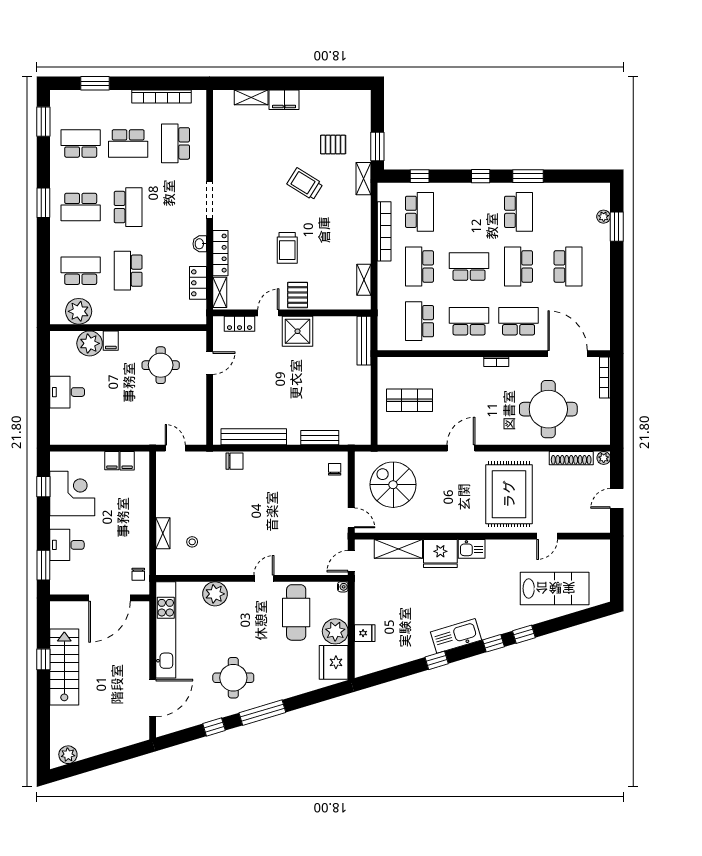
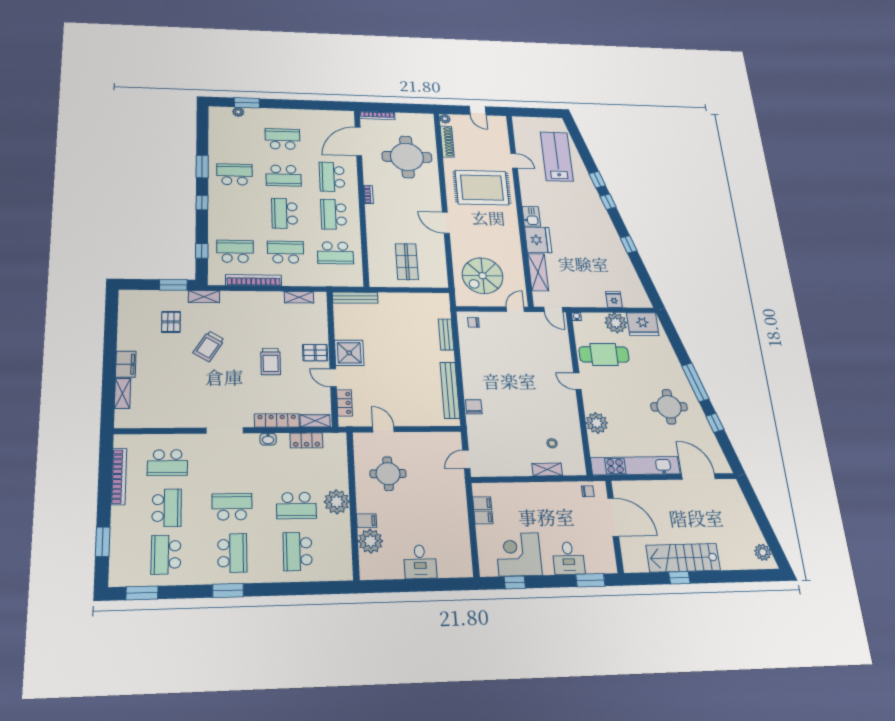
trolley: (287, 248) -> (271, 361), turned 90
school desk: (420, 266) -> (286, 252), turned 180
plant: (79, 311) -> (337, 502), moved
kitchen sink: (456, 636) -> (606, 229), removed

